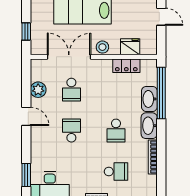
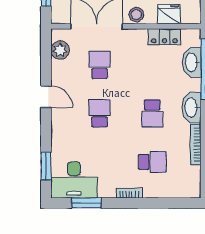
plant: (38, 90) -> (60, 50), moved
school desk: (71, 90) -> (99, 65), turned 180
washbasin: (149, 99) -> (192, 62), moved

